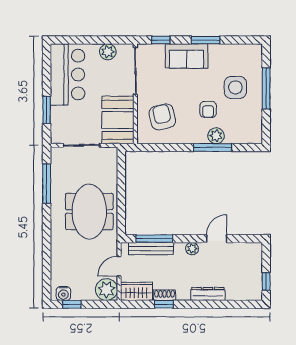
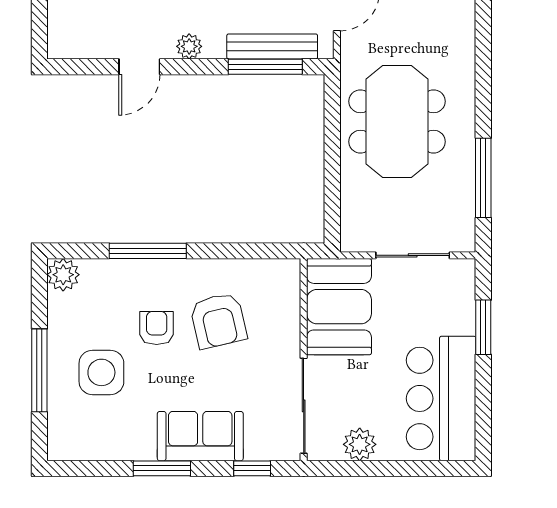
armchair: (162, 117) -> (218, 321), moved
plant: (216, 136) -> (63, 275), moved

